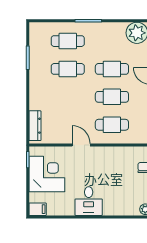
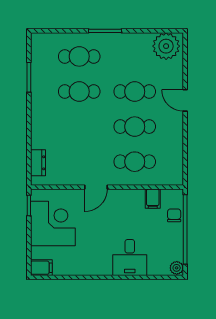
dresser: (35, 126) -> (38, 163), width x0.70
door: (81, 145) -> (96, 187), swing flipped
filing cabinet: (126, 154) -> (153, 199), added
desk: (89, 201) -> (130, 258), moved

